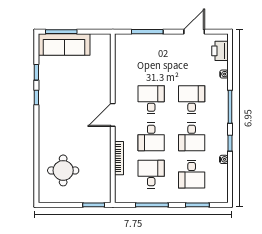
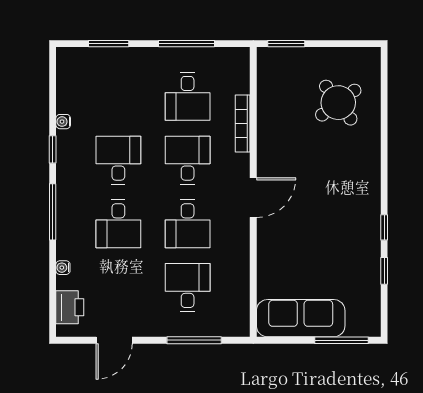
sofa: (64, 45) -> (301, 318), moved
round table: (63, 170) -> (338, 103), turned -37
desk: (192, 174) -> (188, 287), moved

